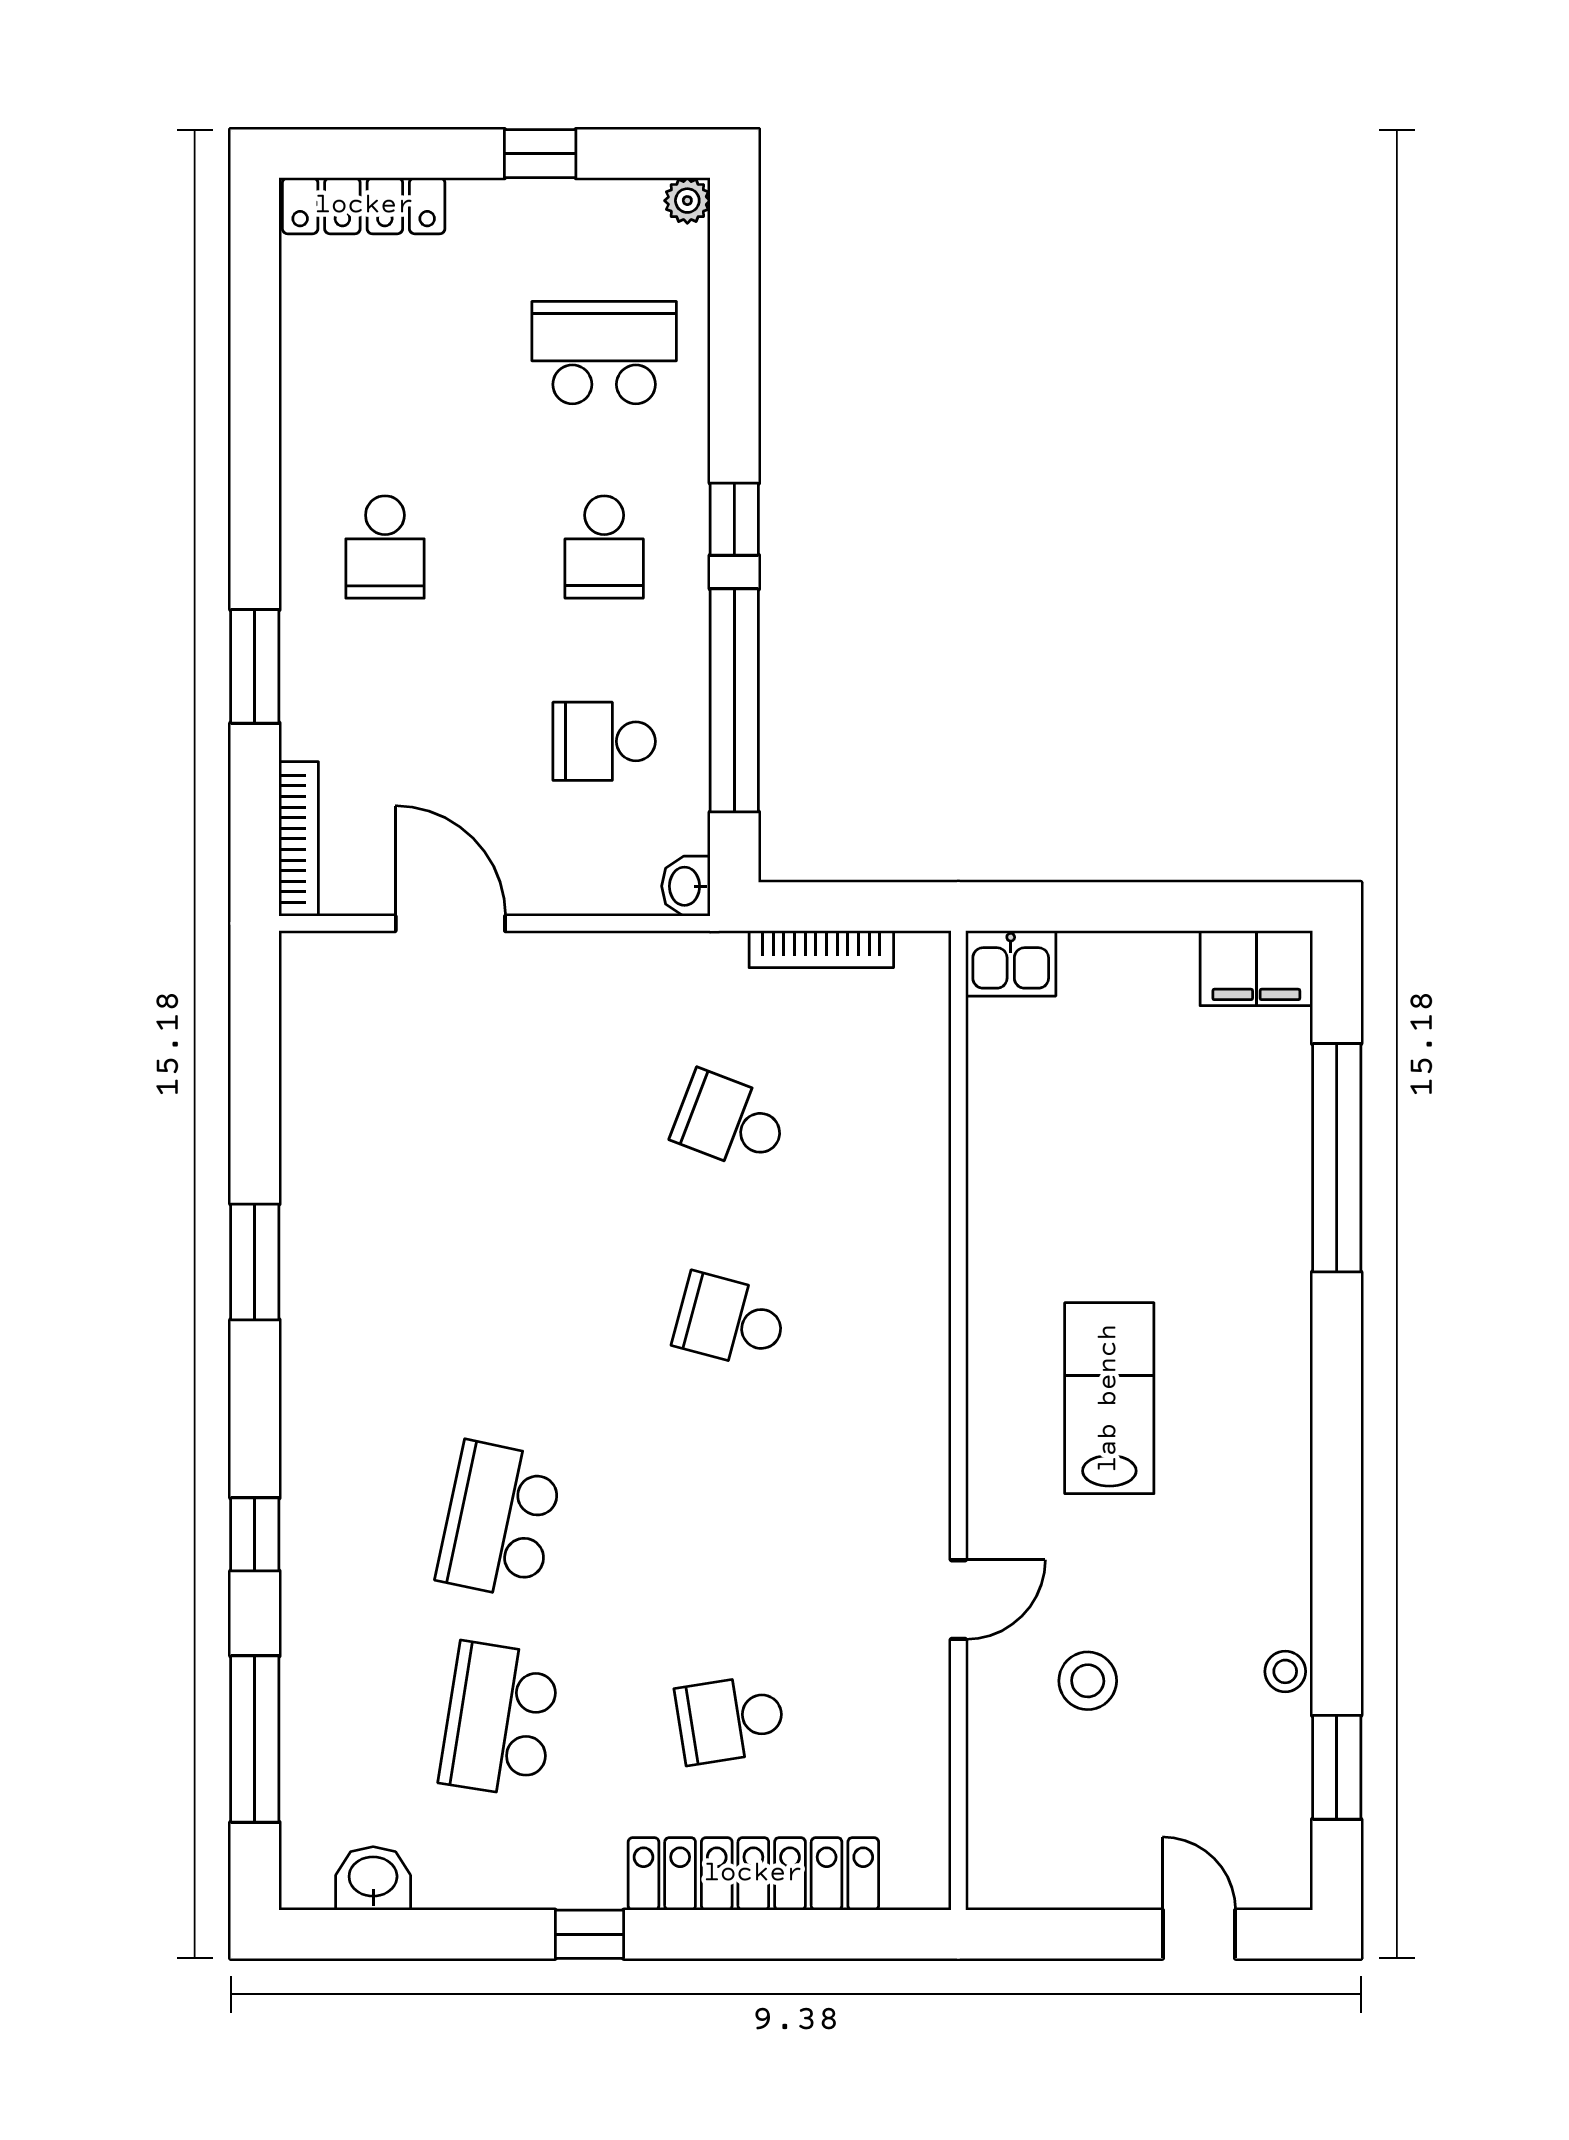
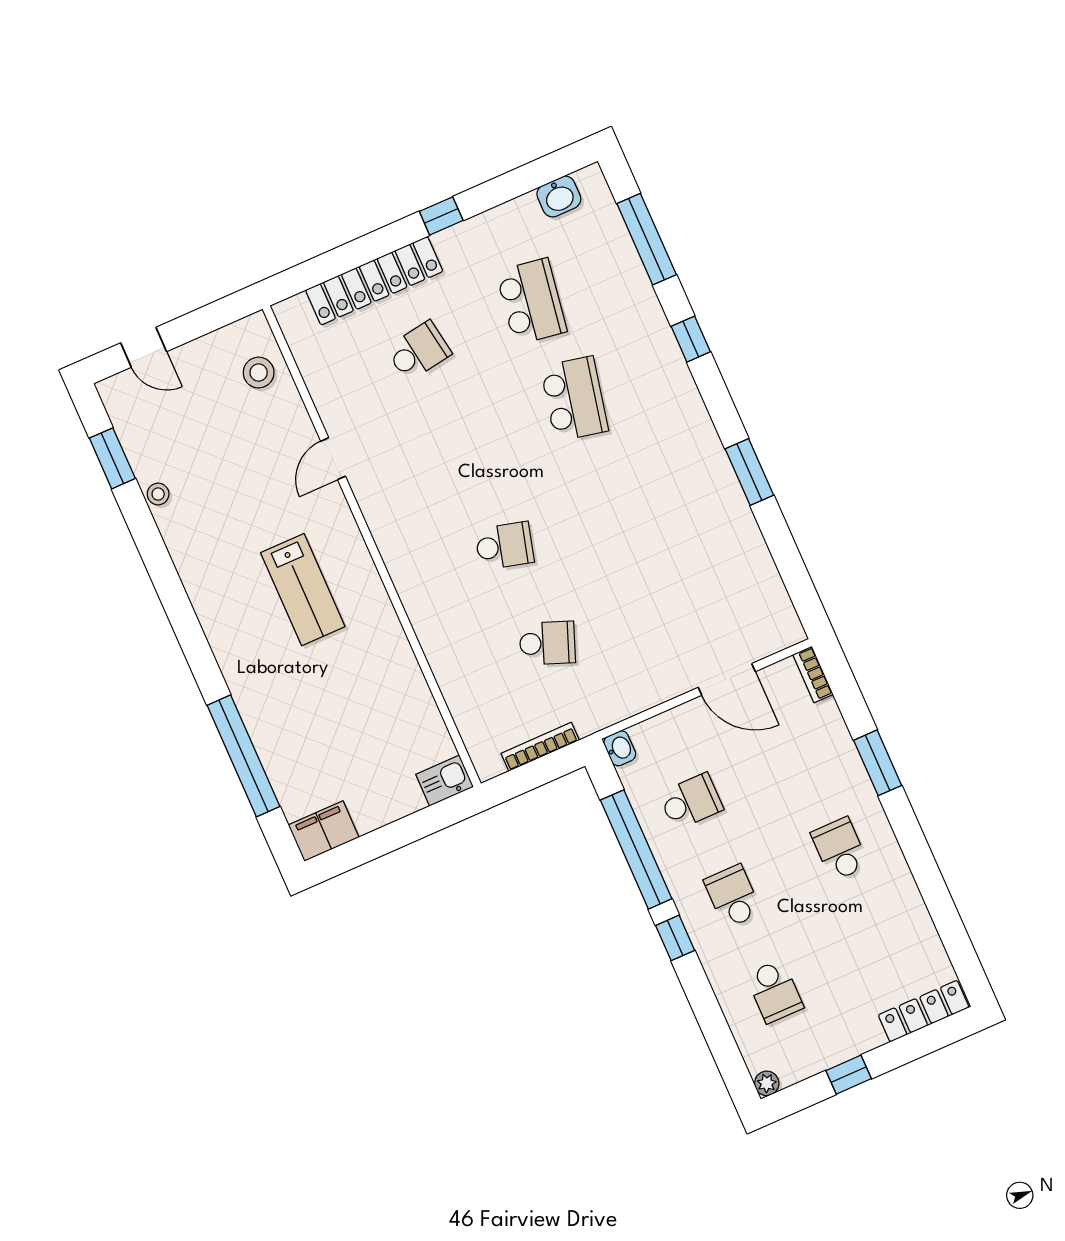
school desk: (604, 353) -> (775, 991), width x0.54
bookcase: (299, 839) -> (813, 674), width x0.64
stool: (1088, 1681) -> (259, 373), moved

